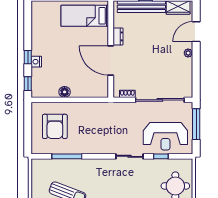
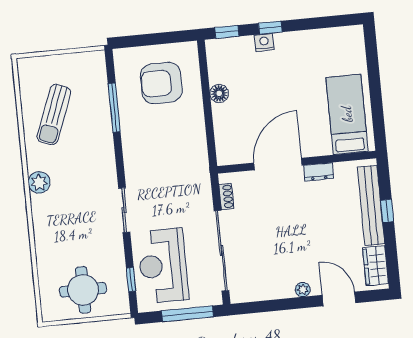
window: (161, 156) -> (131, 279), moved

